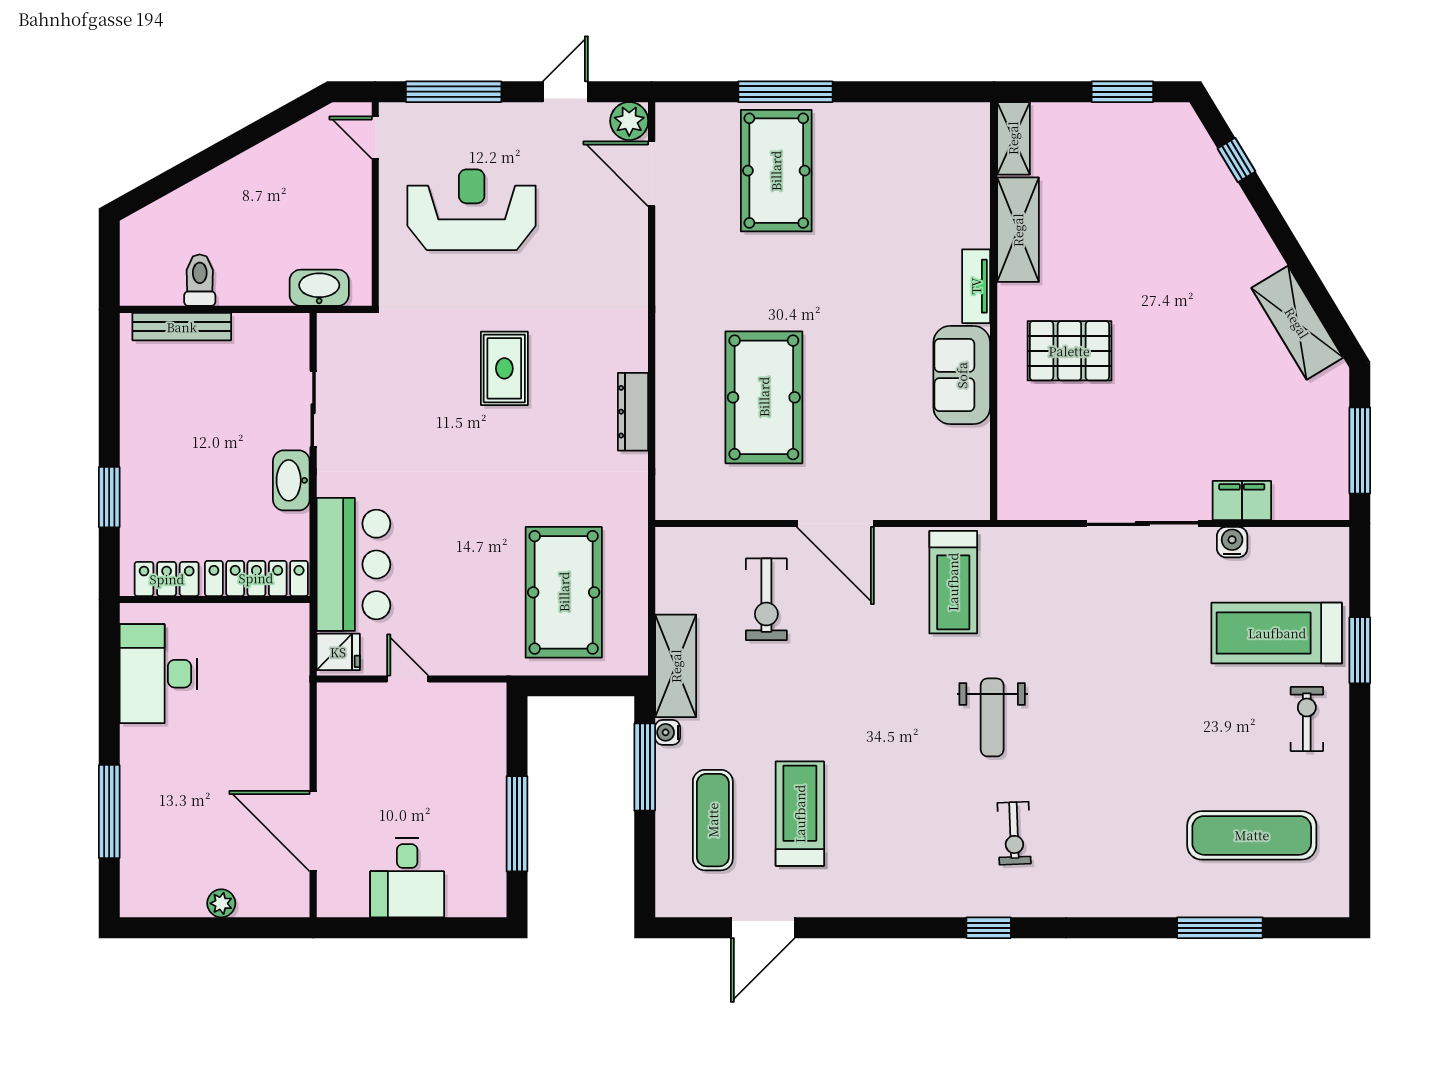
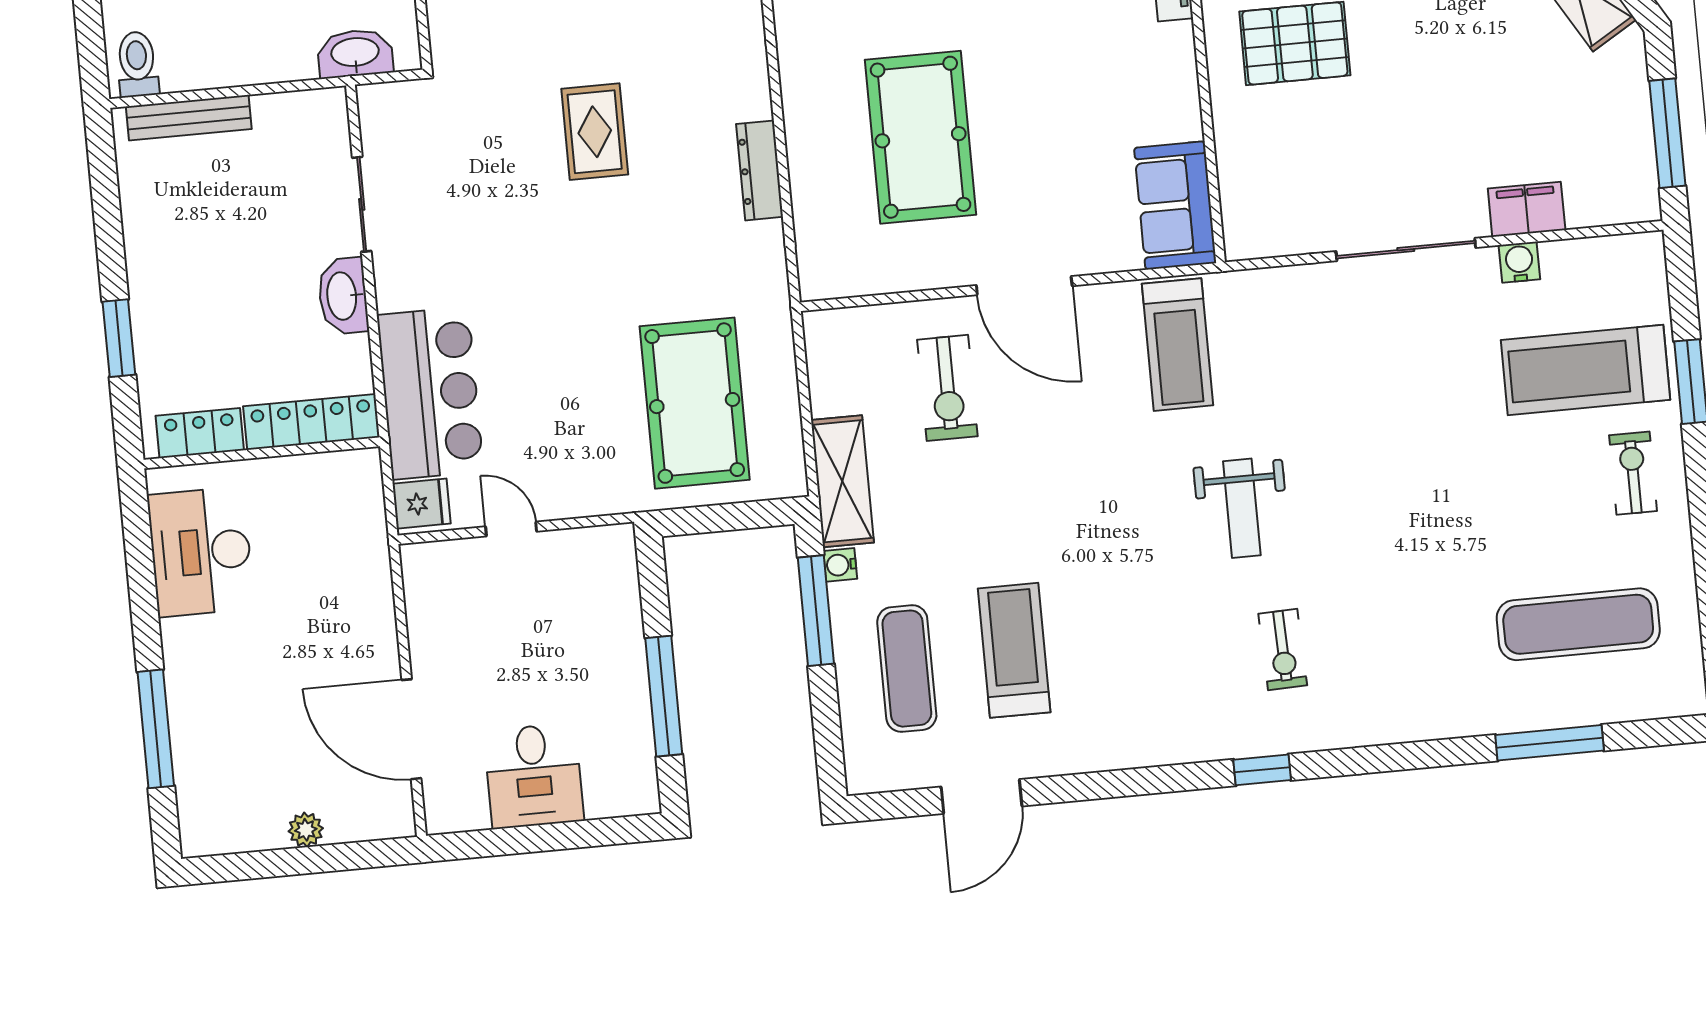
toilet: (200, 280) -> (137, 64), moved
sofa: (962, 375) -> (1175, 205), moved

